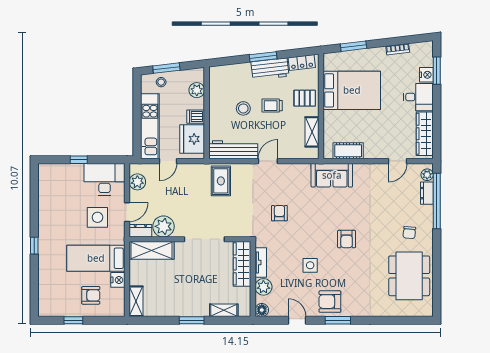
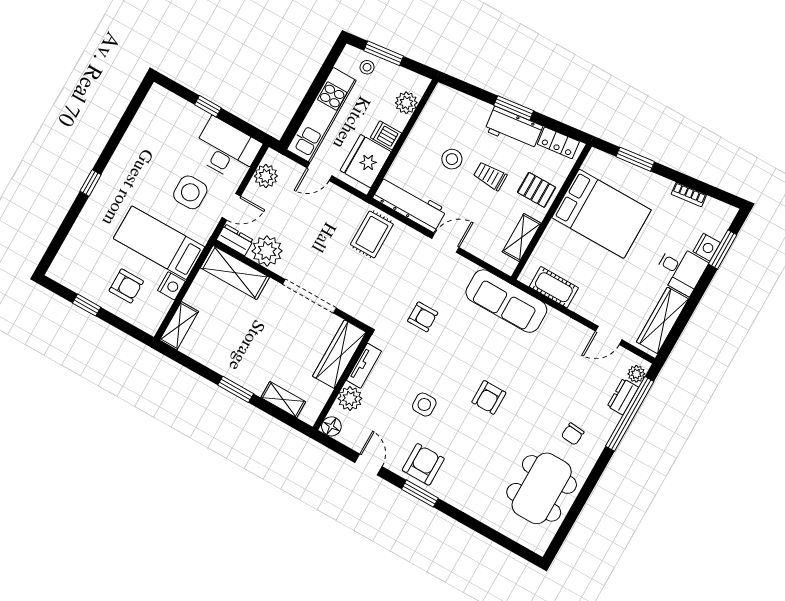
sofa: (332, 175) -> (506, 301), width x1.36
armchair: (279, 213) -> (423, 317), turned 90
armchair: (330, 302) -> (423, 464), turned 90

